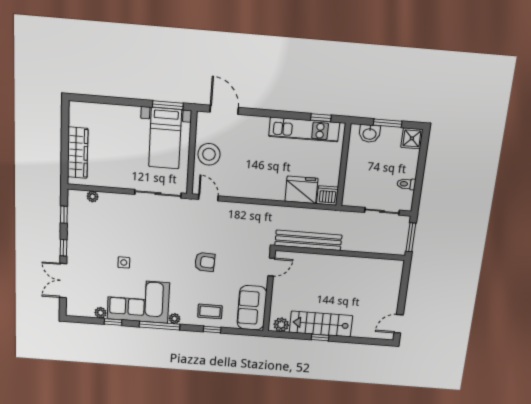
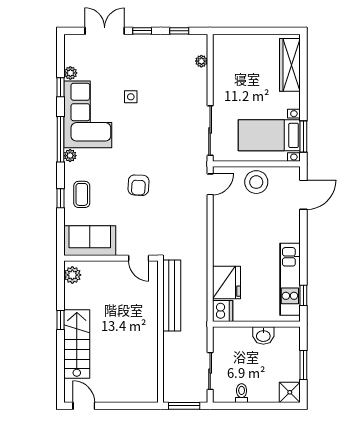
washbasin: (370, 134) -> (263, 336), moved, turned -90
wardrobe: (78, 153) -> (290, 65), moved, turned 90
stairs: (321, 324) -> (77, 344), moved

